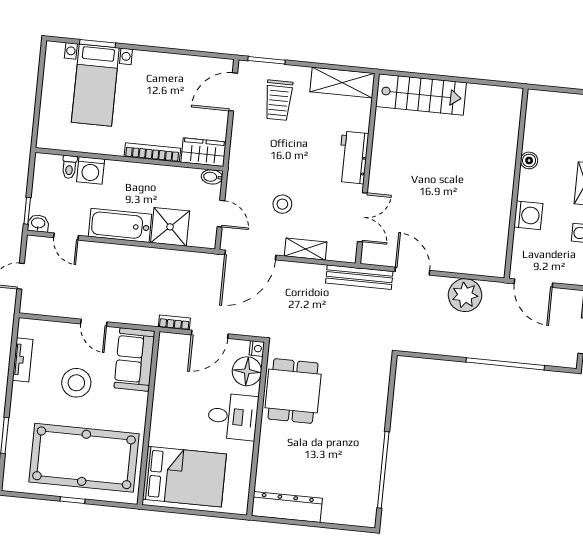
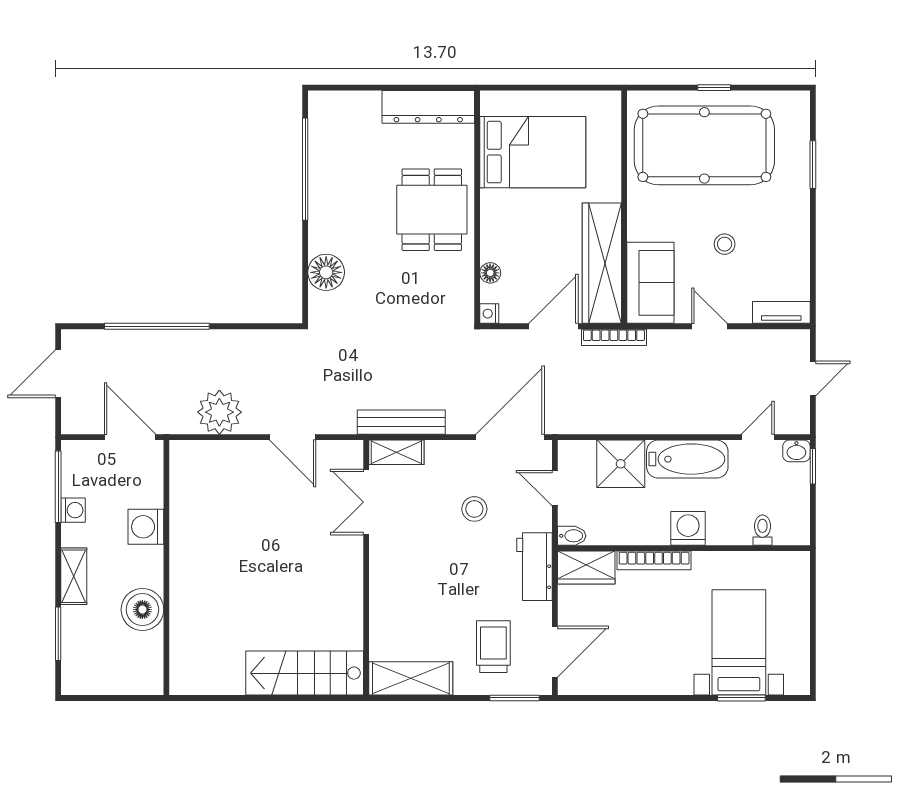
workbench: (353, 157) -> (534, 567), moved, turned 180
boiler: (529, 160) -> (142, 610), width x1.86, depth x1.86
washing machine: (91, 170) -> (688, 528), moved
door: (66, 237) -> (758, 437), hinge flipped
shelving: (306, 249) -> (396, 452), moved
bench: (359, 277) -> (401, 422), moved
bookcase: (174, 322) -> (614, 337), width x1.56
tv unit: (23, 360) -> (781, 312), moved, turned 90
floor lamp: (247, 371) -> (490, 273), width x0.53, depth x0.53
wardrobe: (169, 378) -> (602, 263), added
stool: (76, 383) -> (725, 244), width x0.53, depth x0.53
dining table: (293, 391) -> (432, 210), moved
floor lamp: (375, 391) -> (326, 272), added
desk: (233, 417) -> (512, 220), removed
bed: (184, 477) -> (533, 152), moved, turned 180

